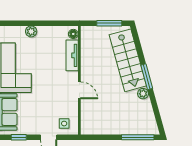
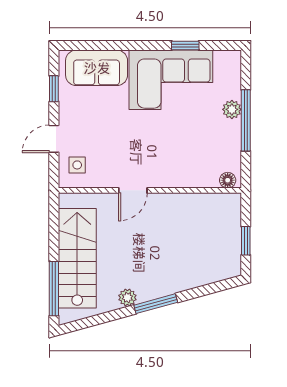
window: (38, 23) -> (246, 120), added
window: (109, 23) -> (246, 241), width x0.67
tv unit: (72, 55) -> (192, 178), removed
stairs: (128, 60) -> (77, 258), moved, turned 105

